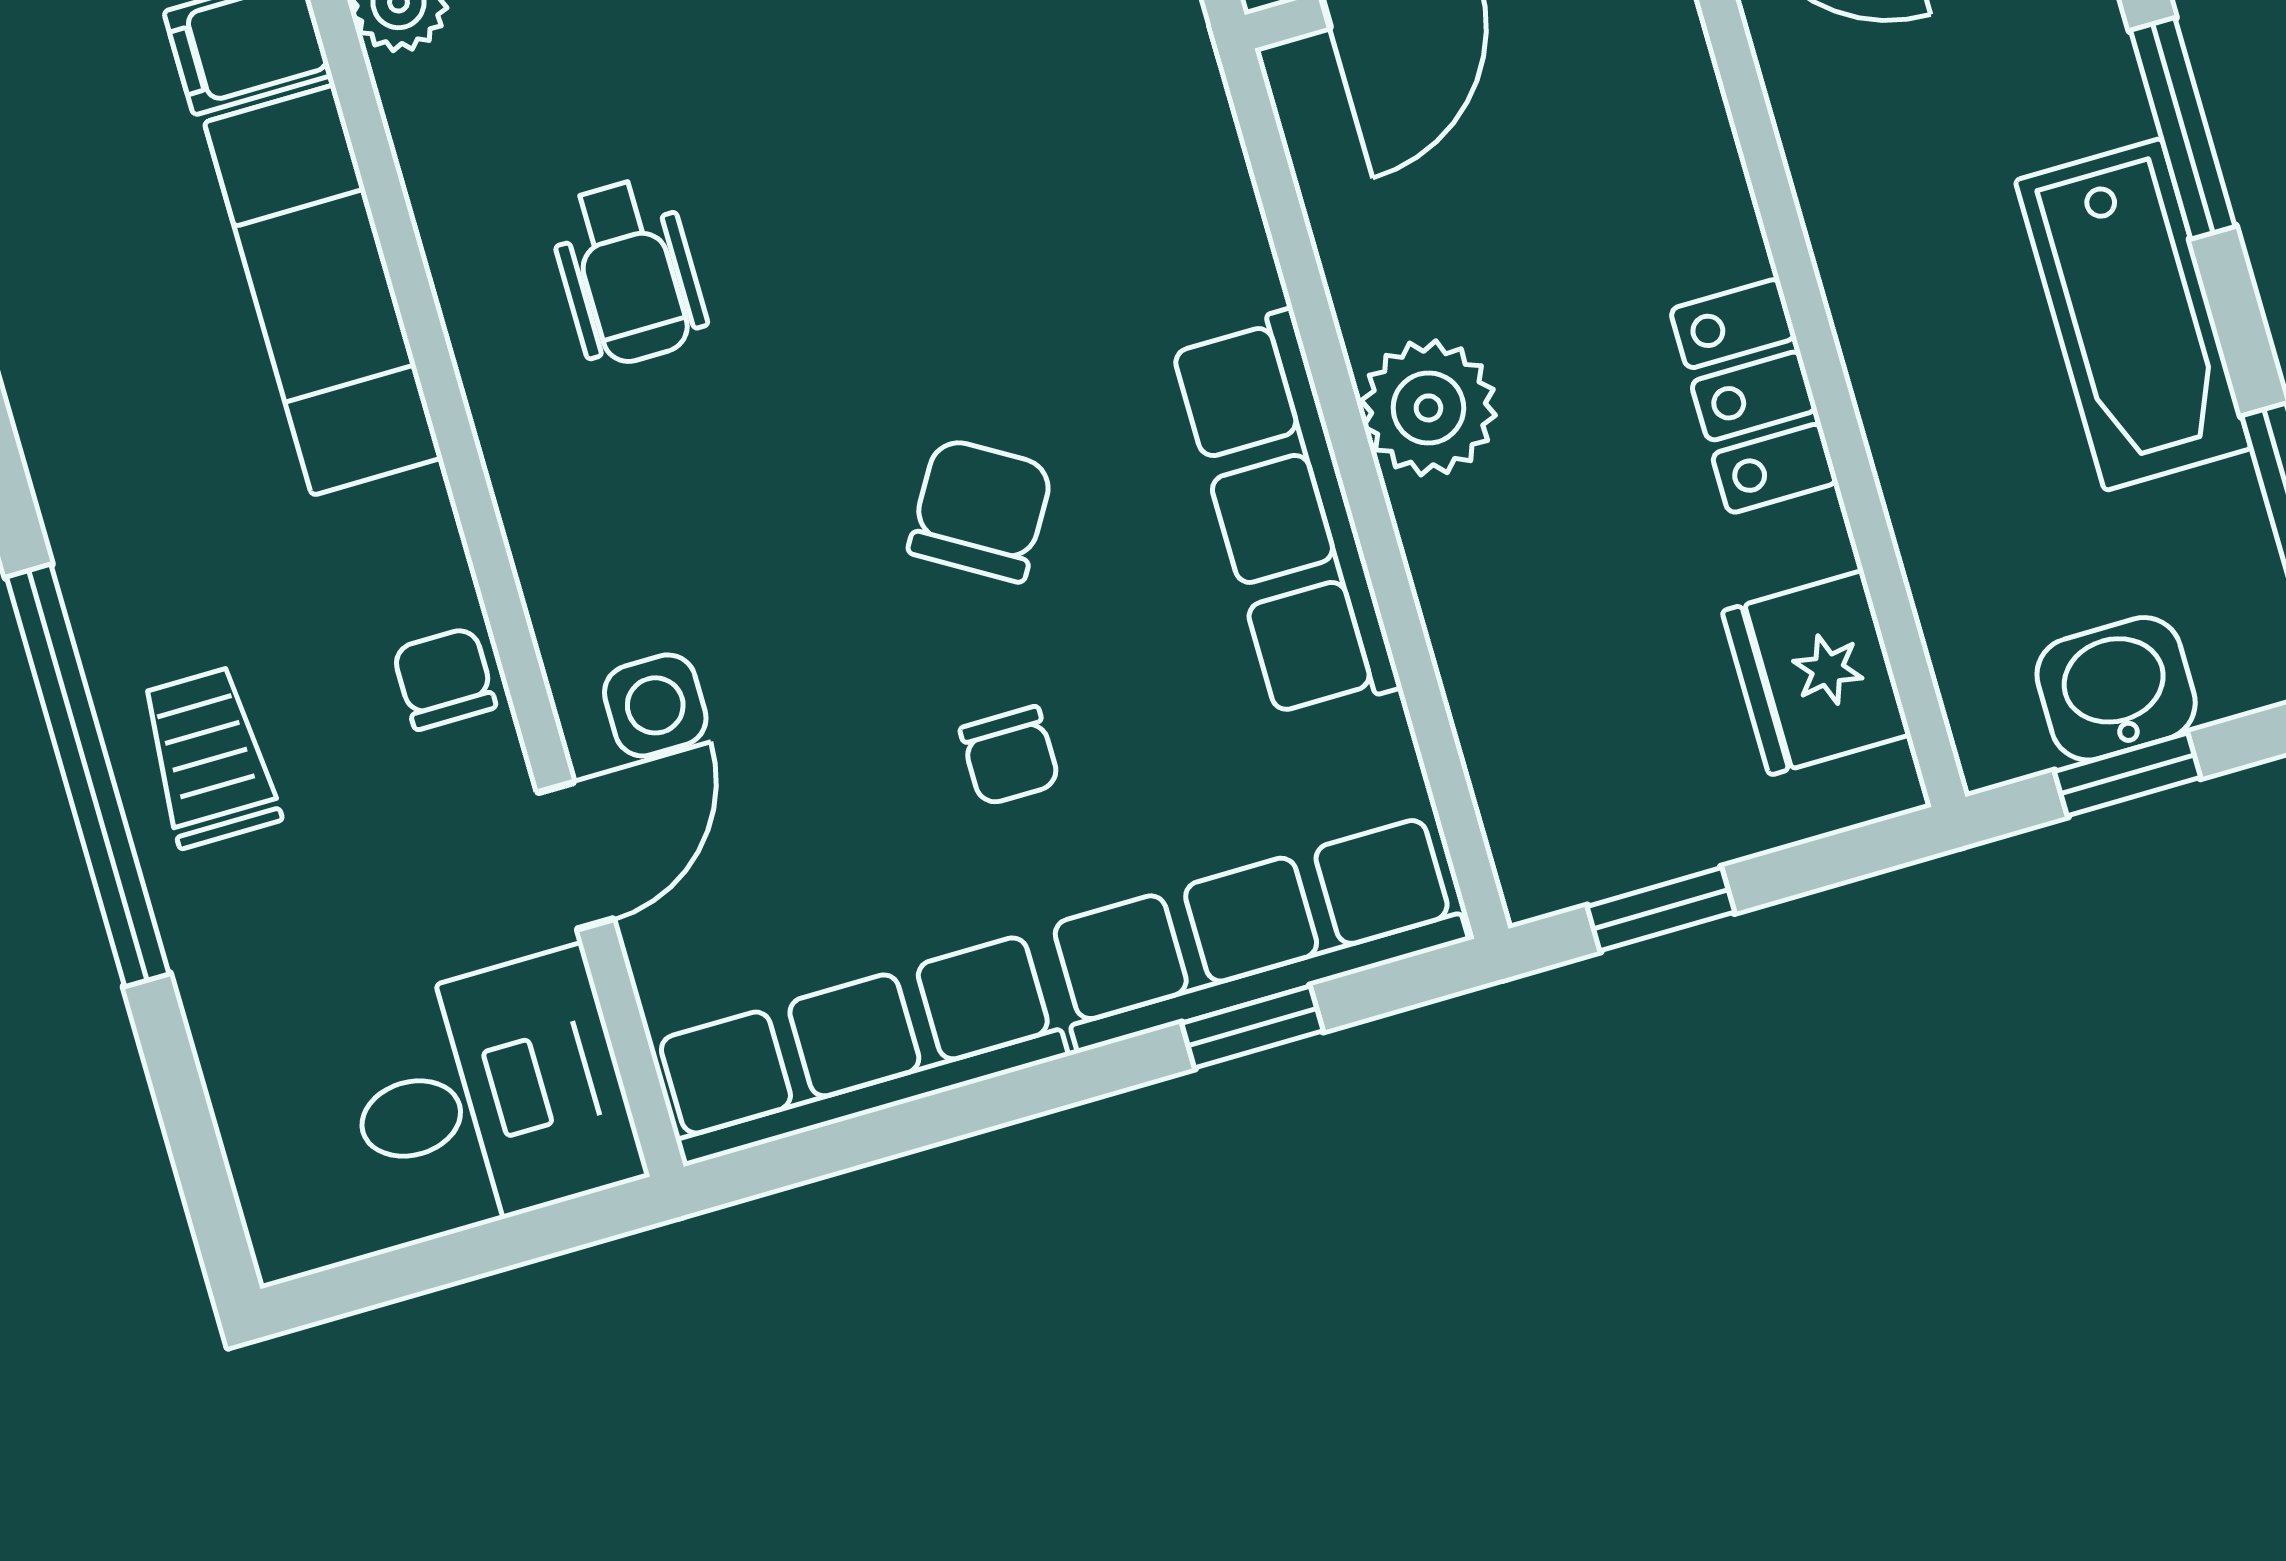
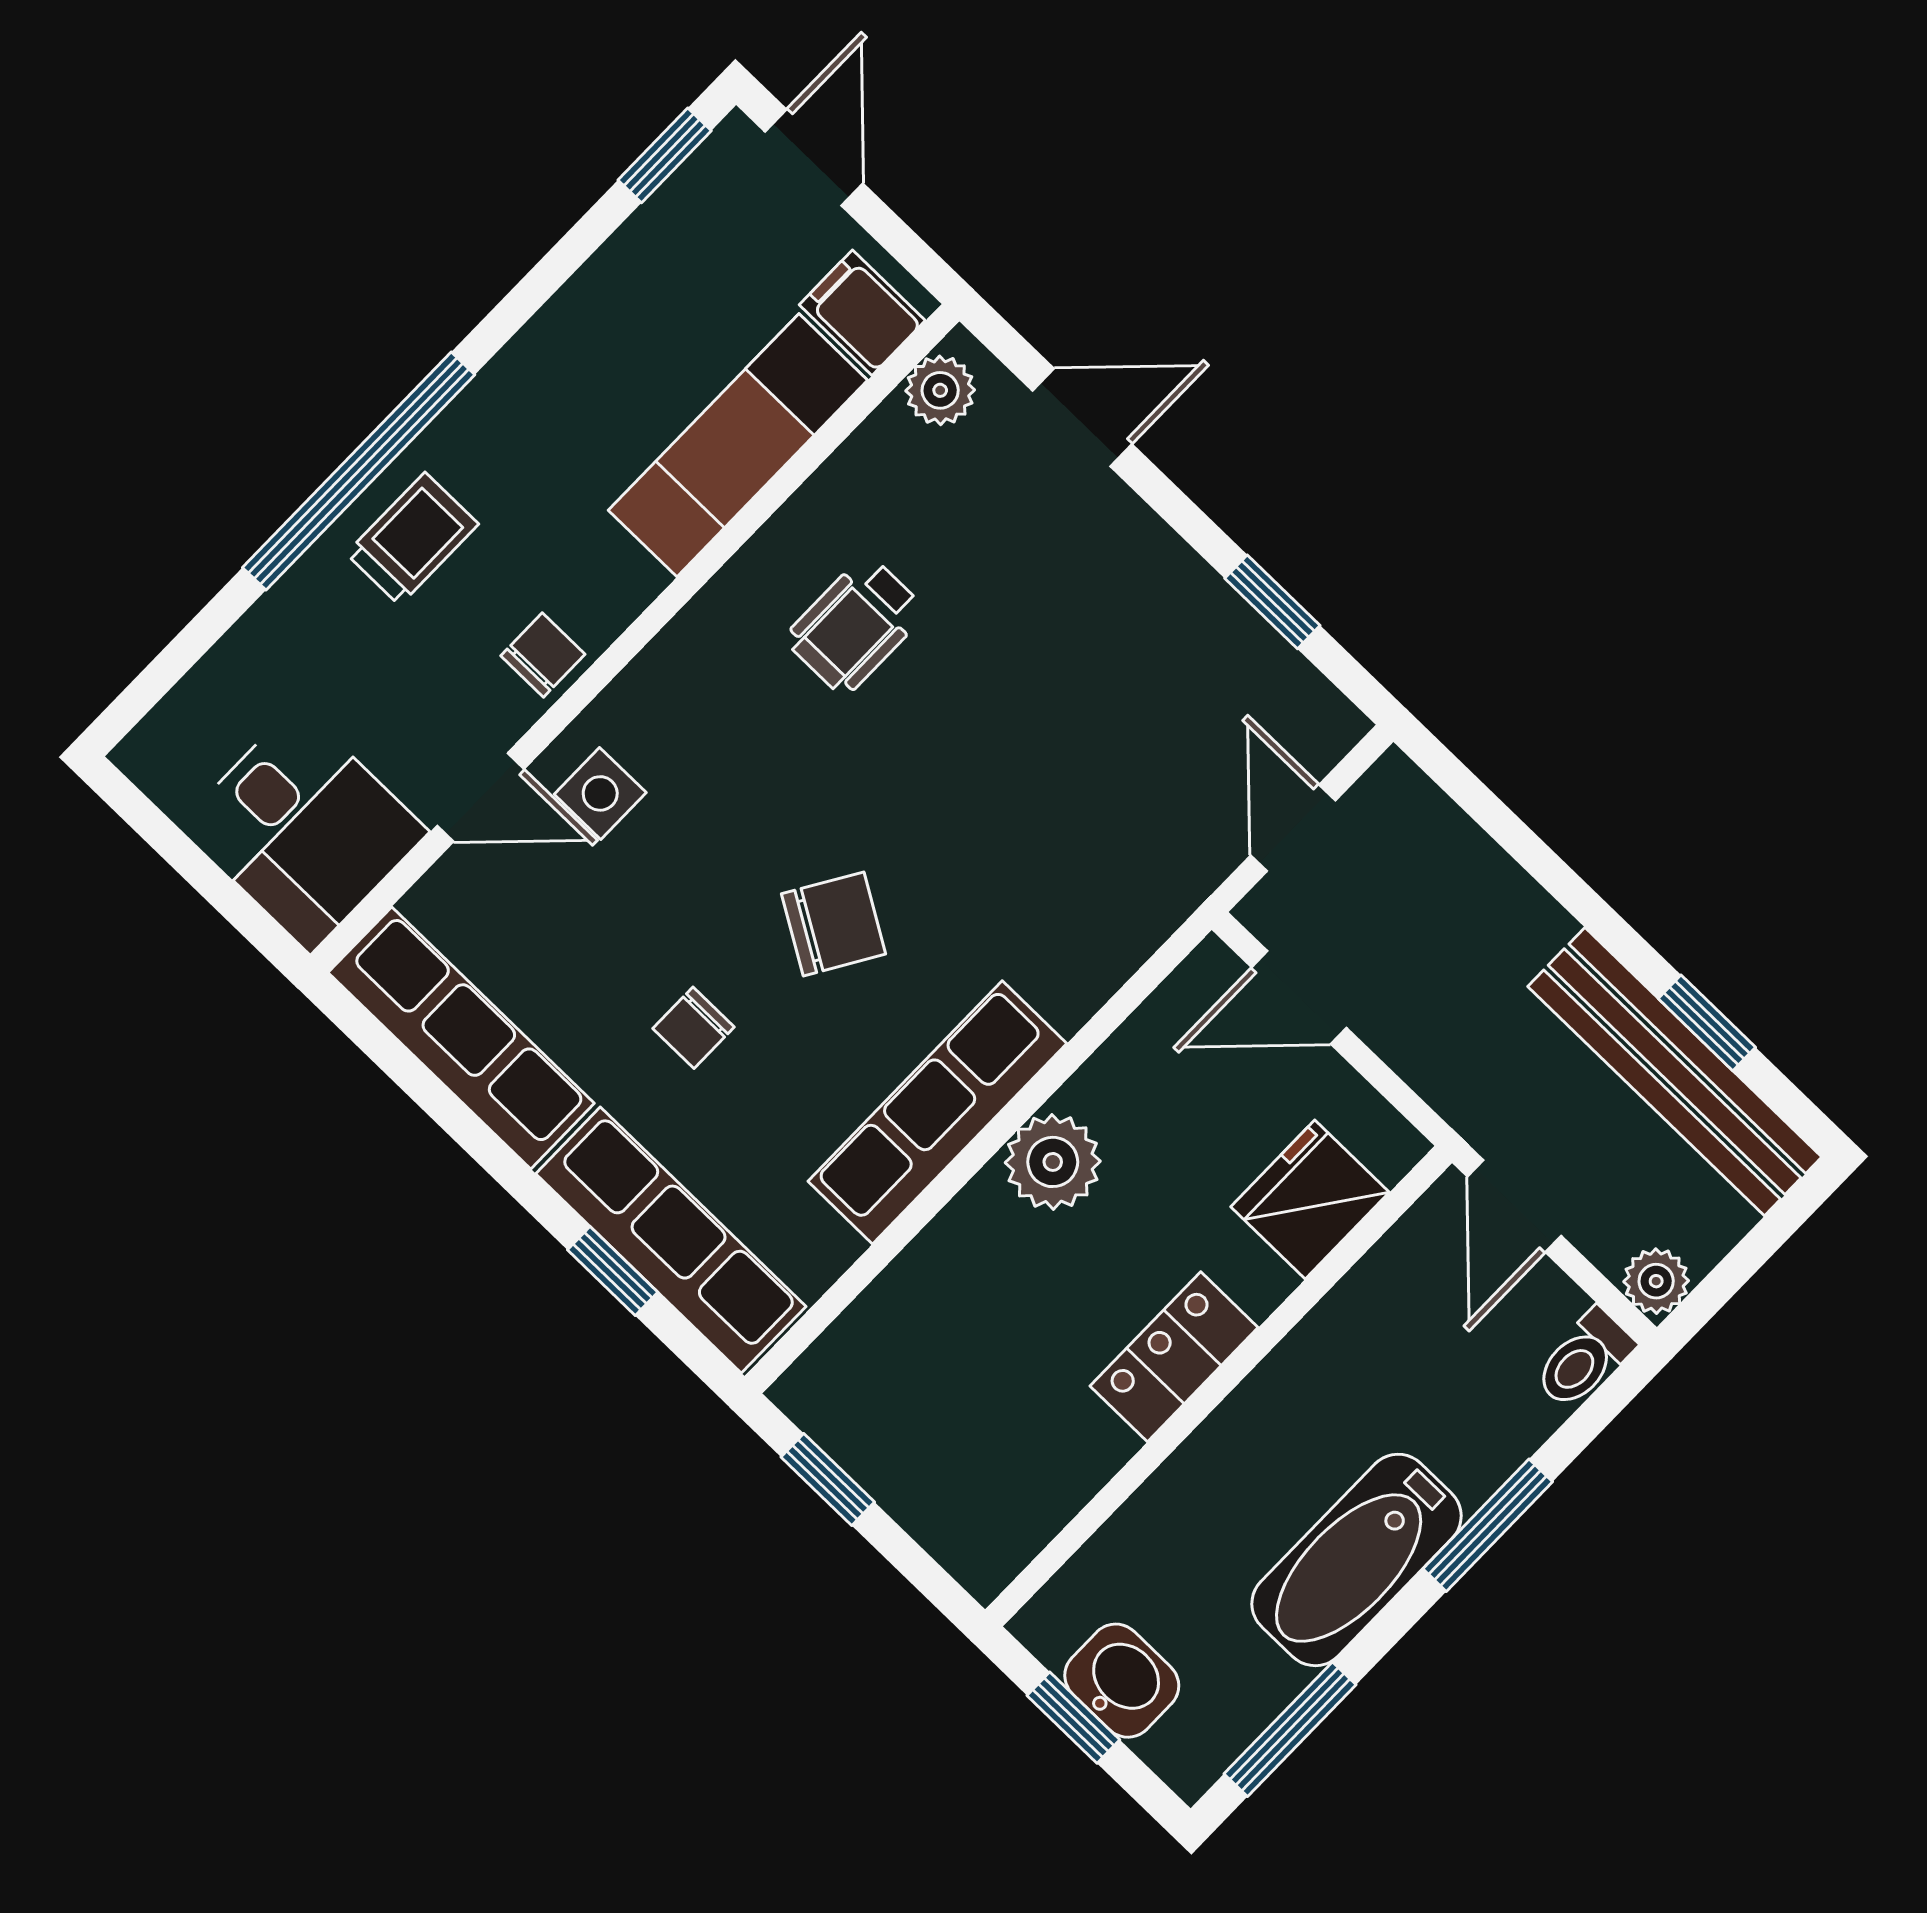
fridge: (1816, 673) -> (1310, 1199), moved

